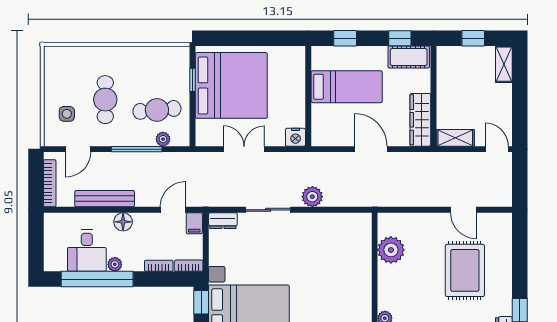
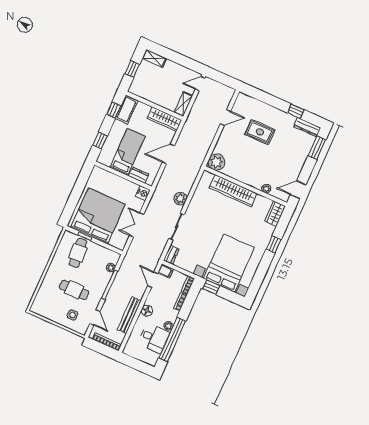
cafe table: (157, 110) -> (78, 253), moved
dresser: (319, 119) -> (139, 175), added
plant: (391, 250) -> (216, 162), moved
wardrobe: (360, 270) -> (233, 191), added
rug: (465, 270) -> (260, 132), width x0.73, depth x0.70

